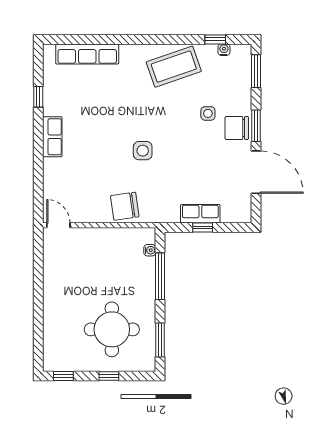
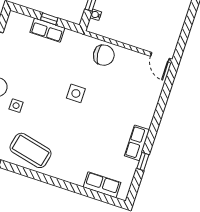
row of seats: (87, 54) -> (102, 185), width x0.68
coffee table: (174, 67) -> (31, 150), turned 32
row of seats: (52, 137) -> (137, 143), moved

